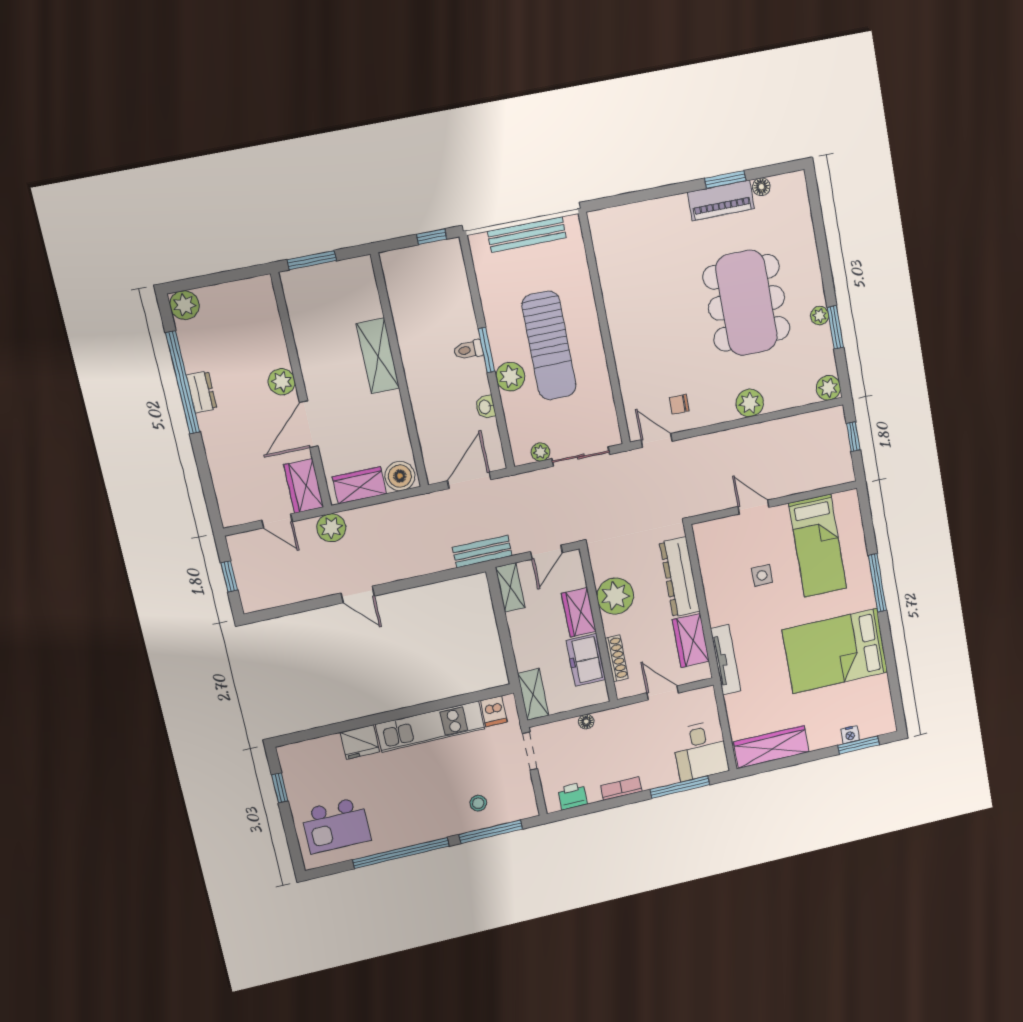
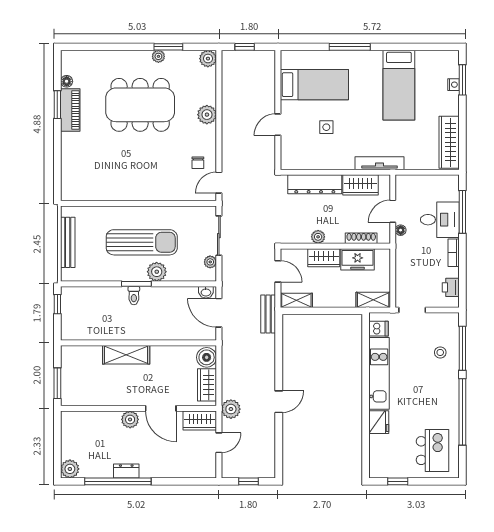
washbasin: (485, 407) -> (206, 292), moved
plant: (615, 596) -> (318, 237), width x0.53, depth x0.53
bed: (835, 651) -> (399, 85), width x0.67
floor lamp: (586, 722) -> (401, 230), moved
desk: (700, 751) -> (440, 220), moved

